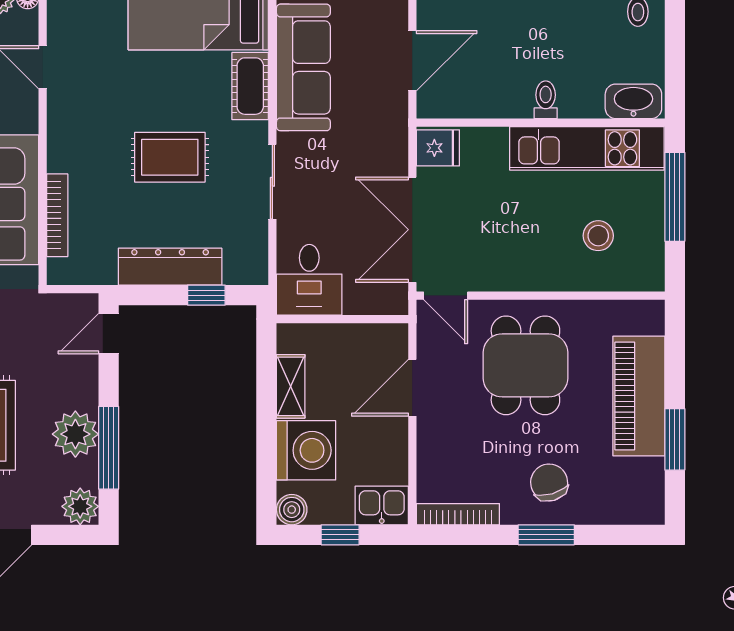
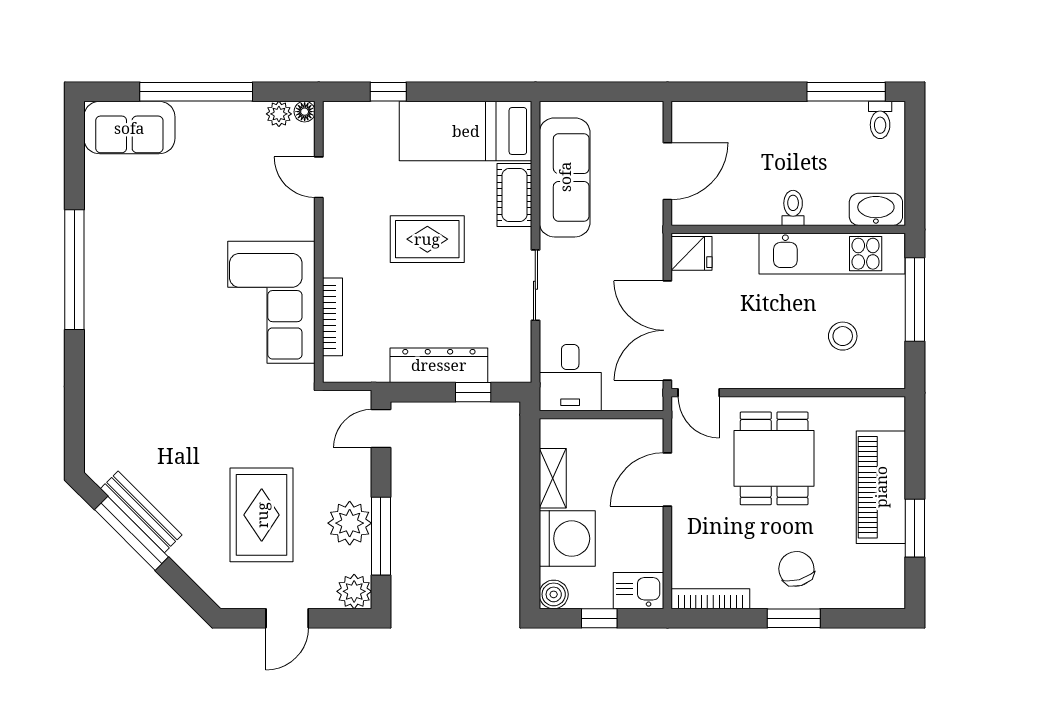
rug: (170, 157) -> (427, 239), moved

